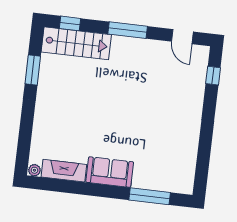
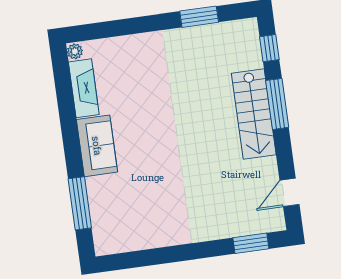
window: (128, 30) -> (277, 104), moved
stairs: (76, 43) -> (254, 114), moved
window: (213, 76) -> (251, 243), width x1.50

